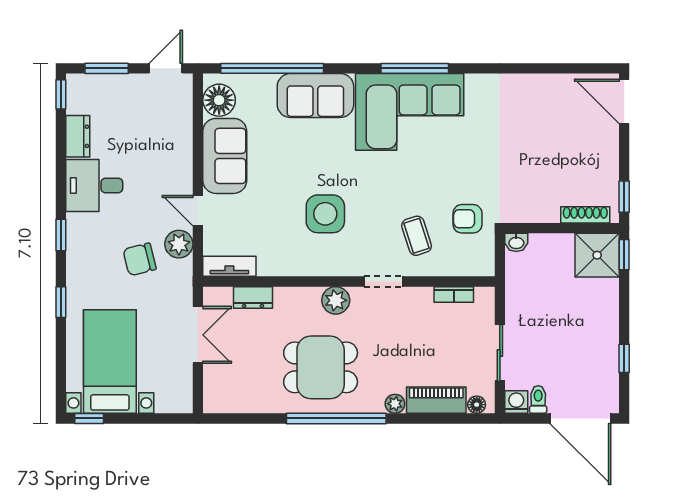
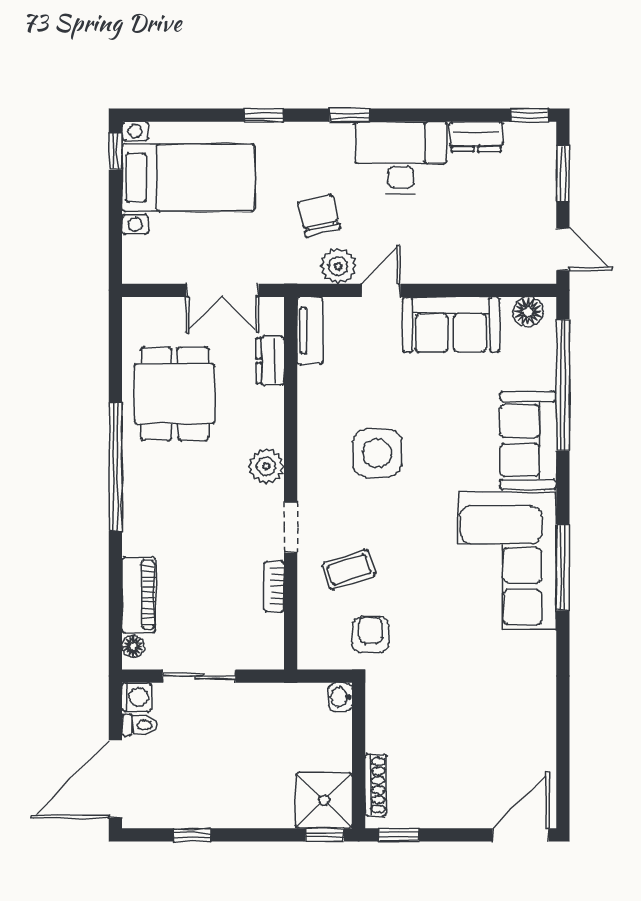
floor lamp: (219, 100) -> (528, 312), width x0.73, depth x0.73
desk: (94, 185) -> (401, 158), width x1.37
bookcase: (454, 294) -> (274, 587), moved
dining table: (321, 367) -> (175, 394), moved
plant: (395, 404) -> (134, 542), removed

